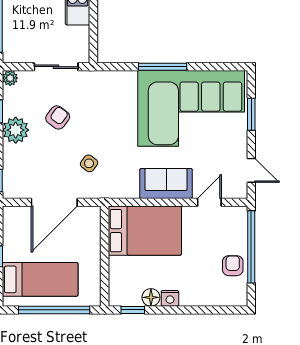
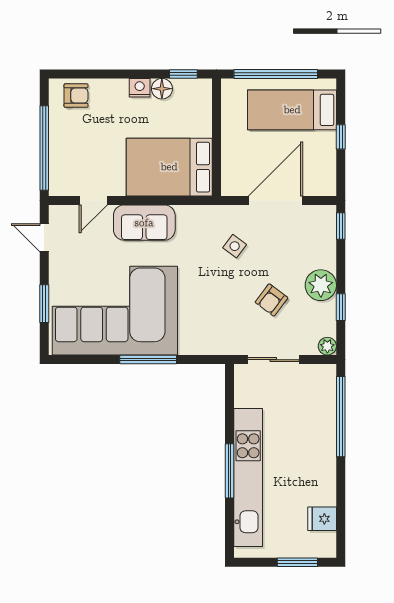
armchair: (233, 266) -> (76, 96), moved, turned -90

